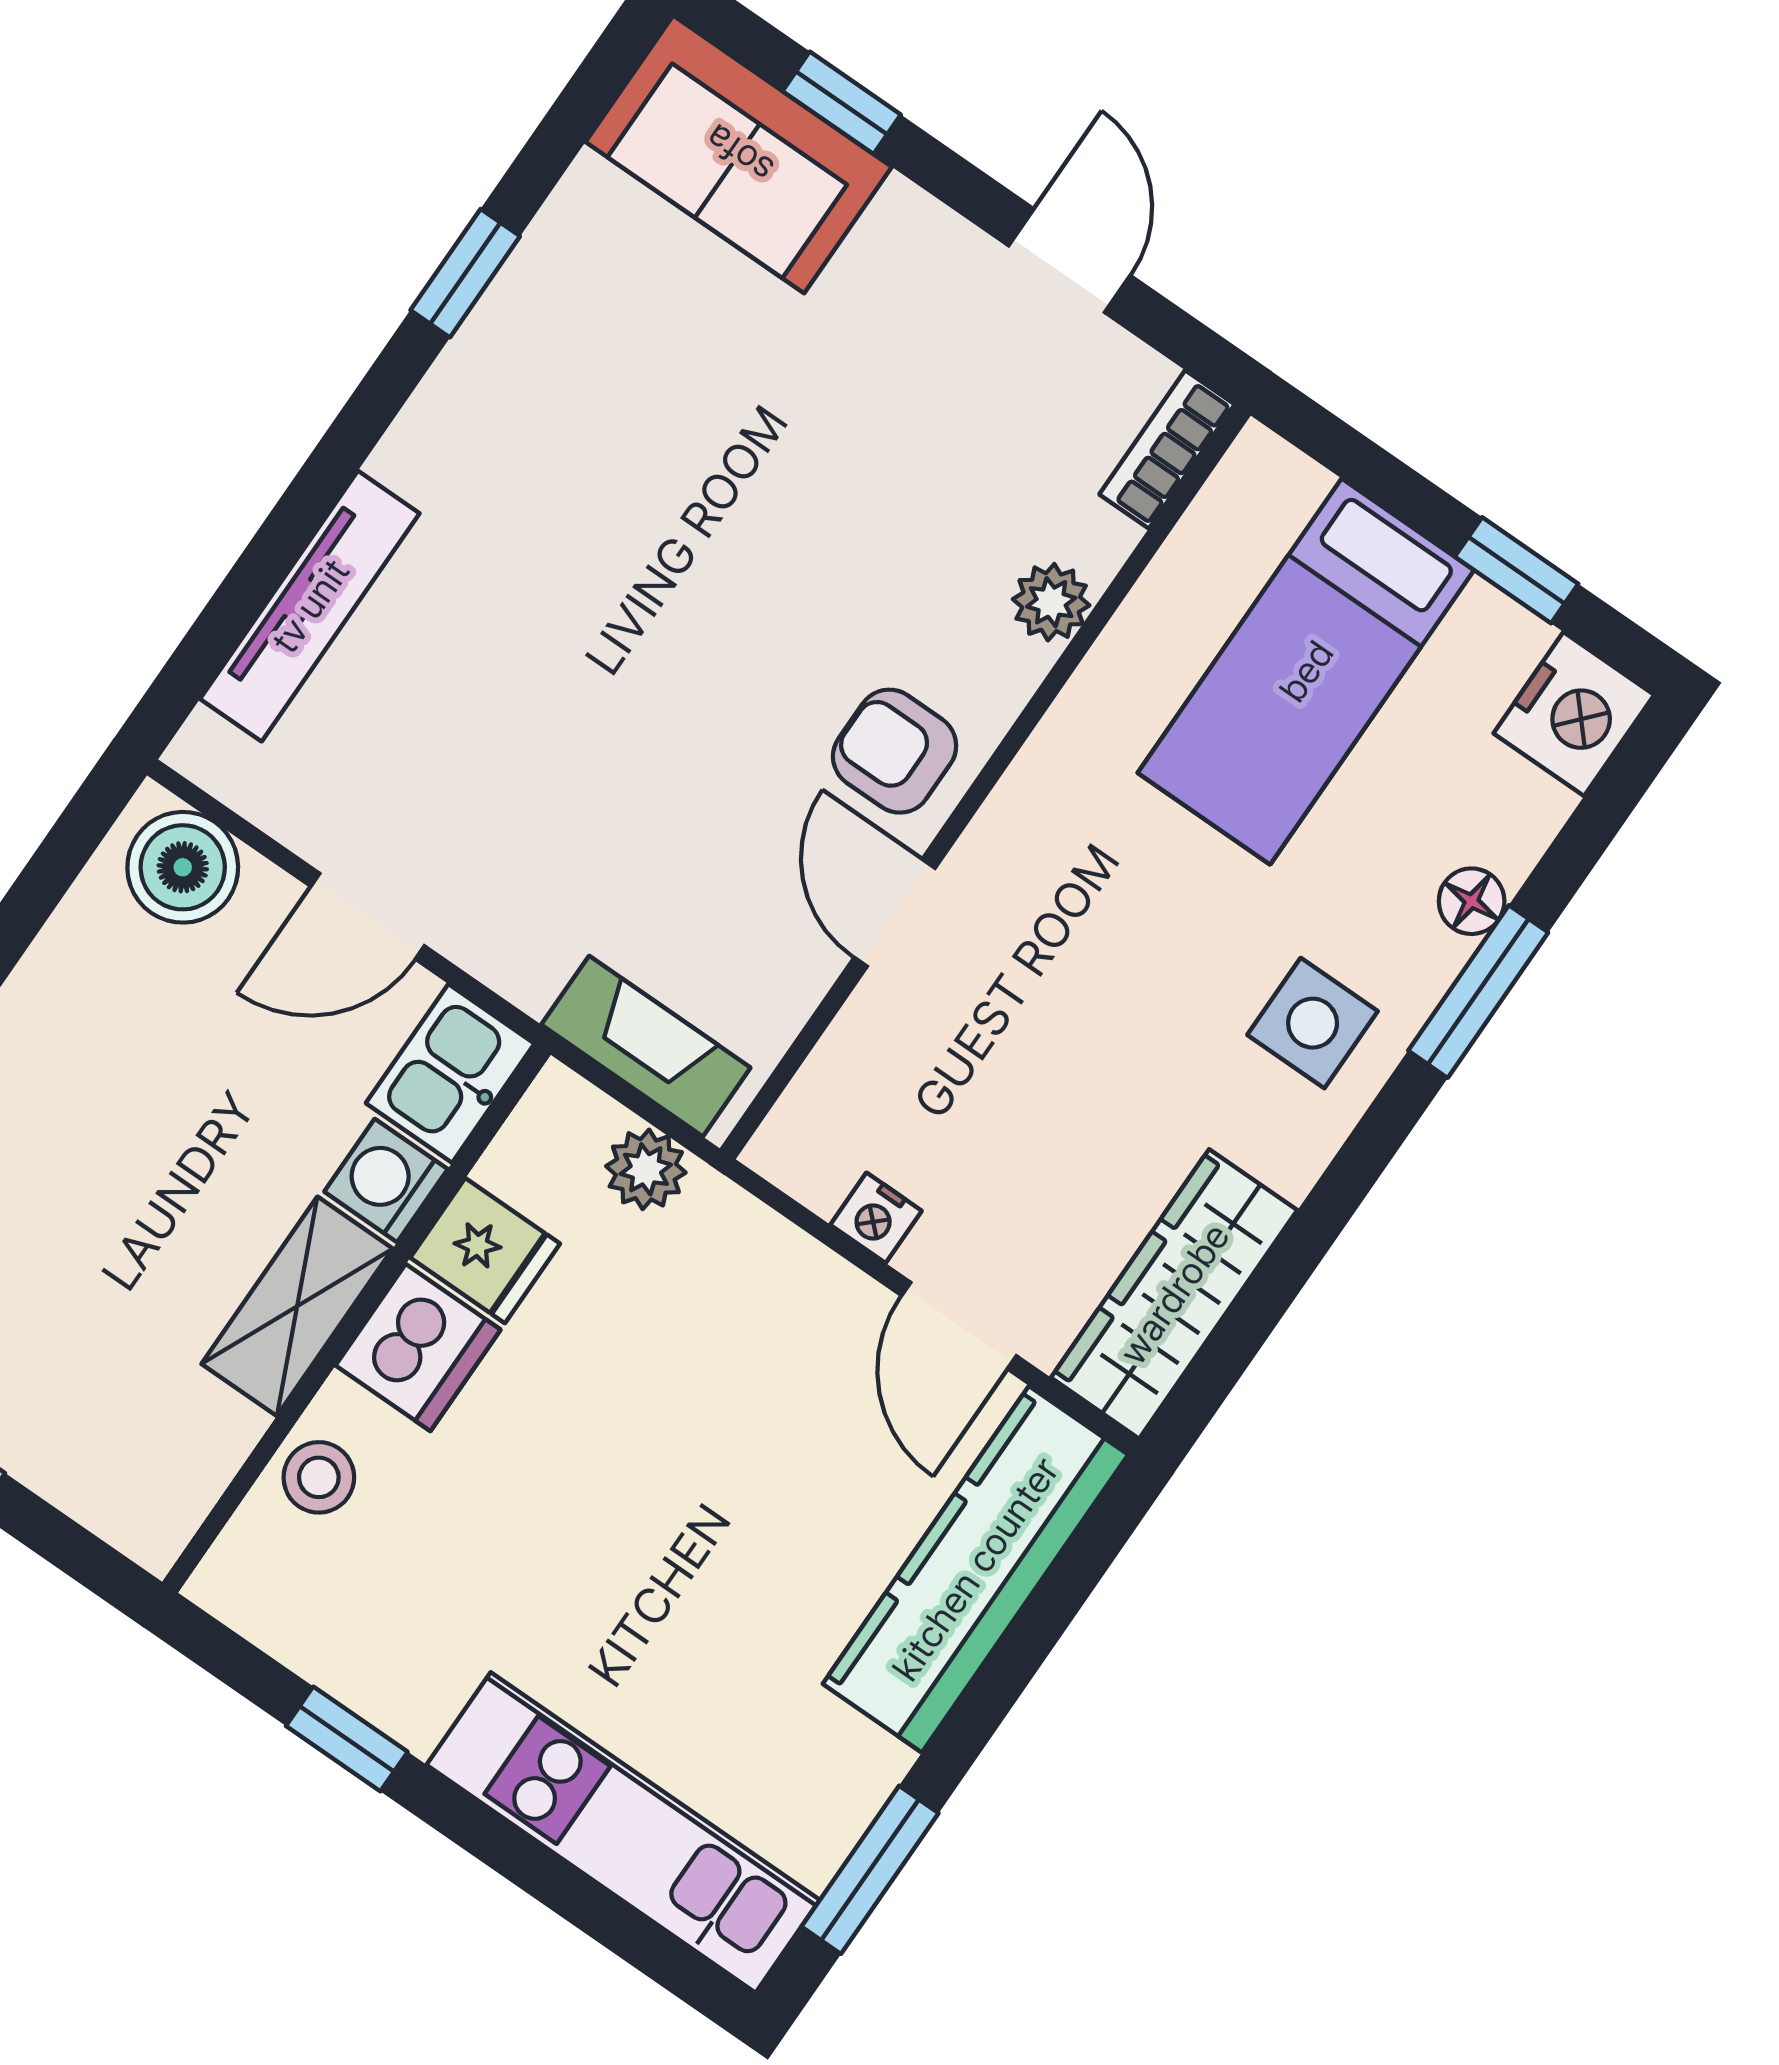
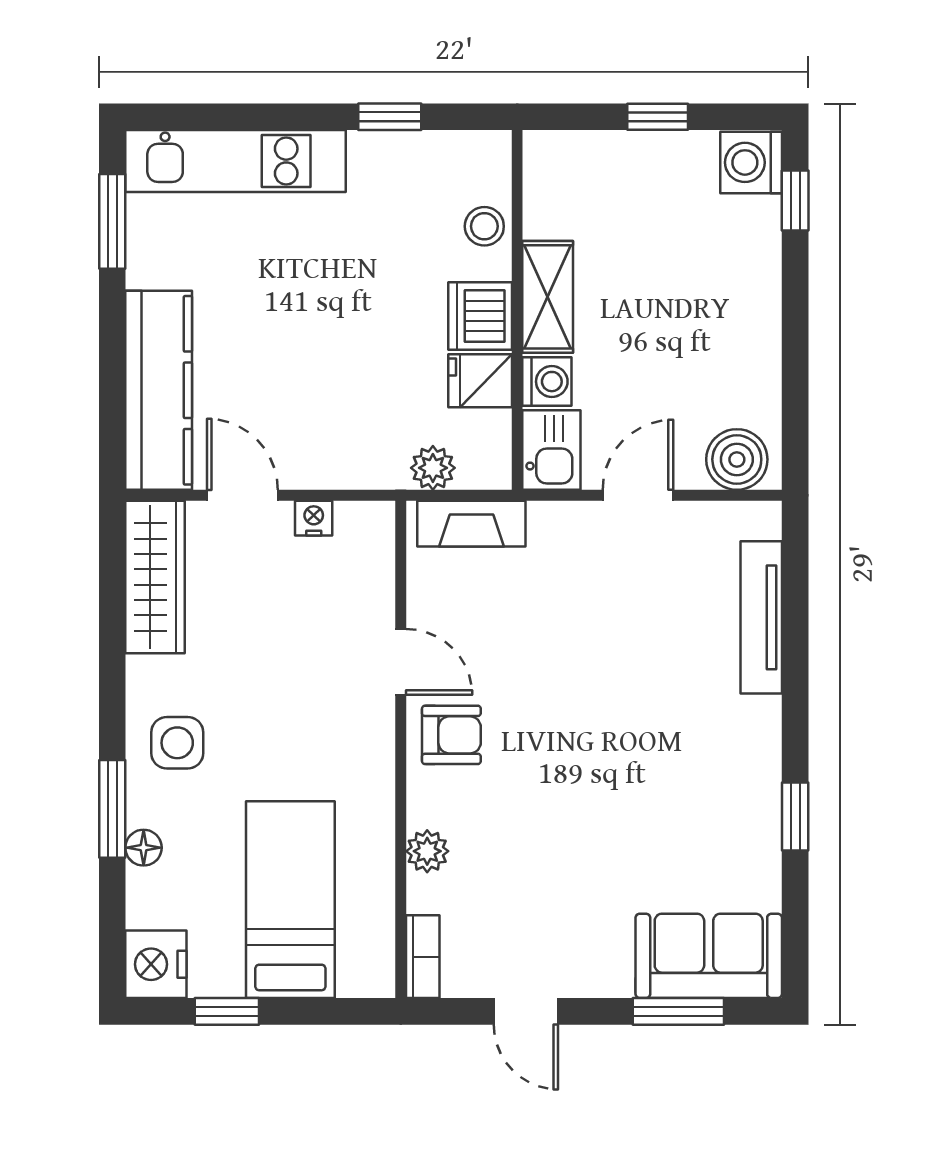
window: (842, 103) -> (678, 1011), width x1.50

